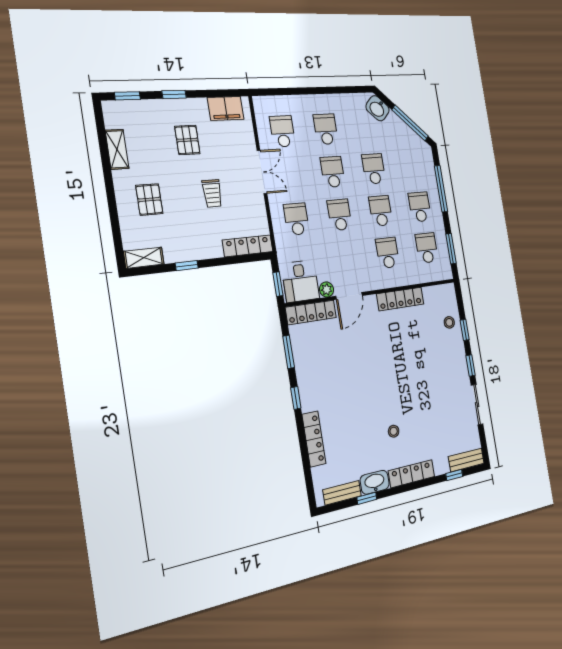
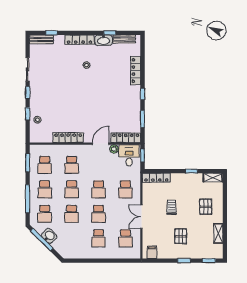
filing cabinet: (226, 108) -> (152, 252), width x0.50
washbasin: (378, 108) -> (49, 236), moved
school desk: (413, 166) -> (45, 214), added

